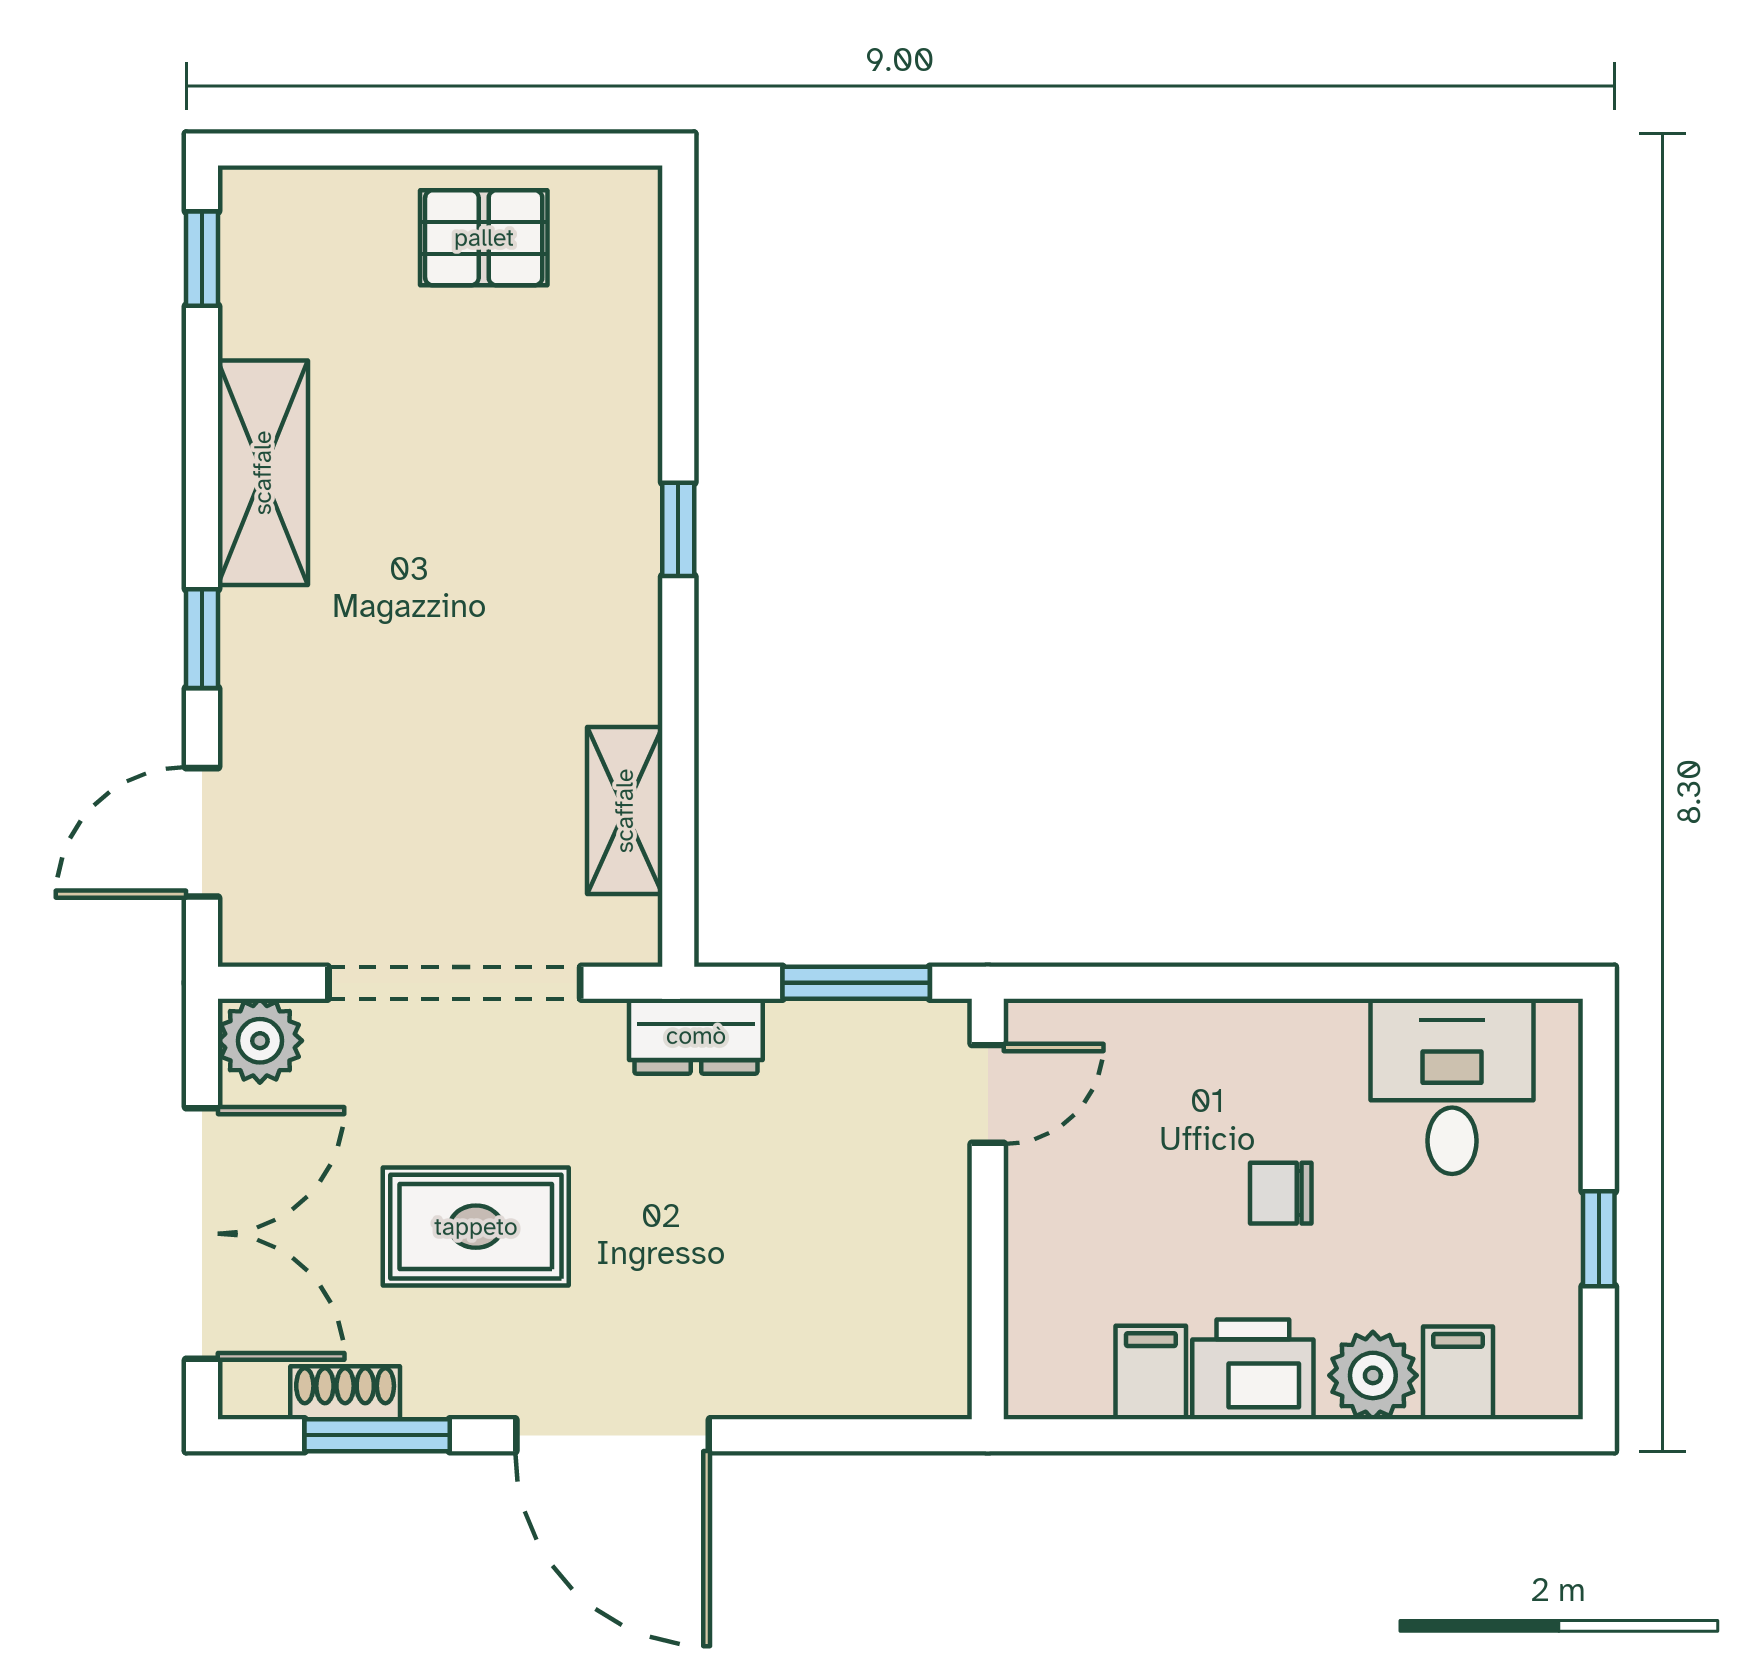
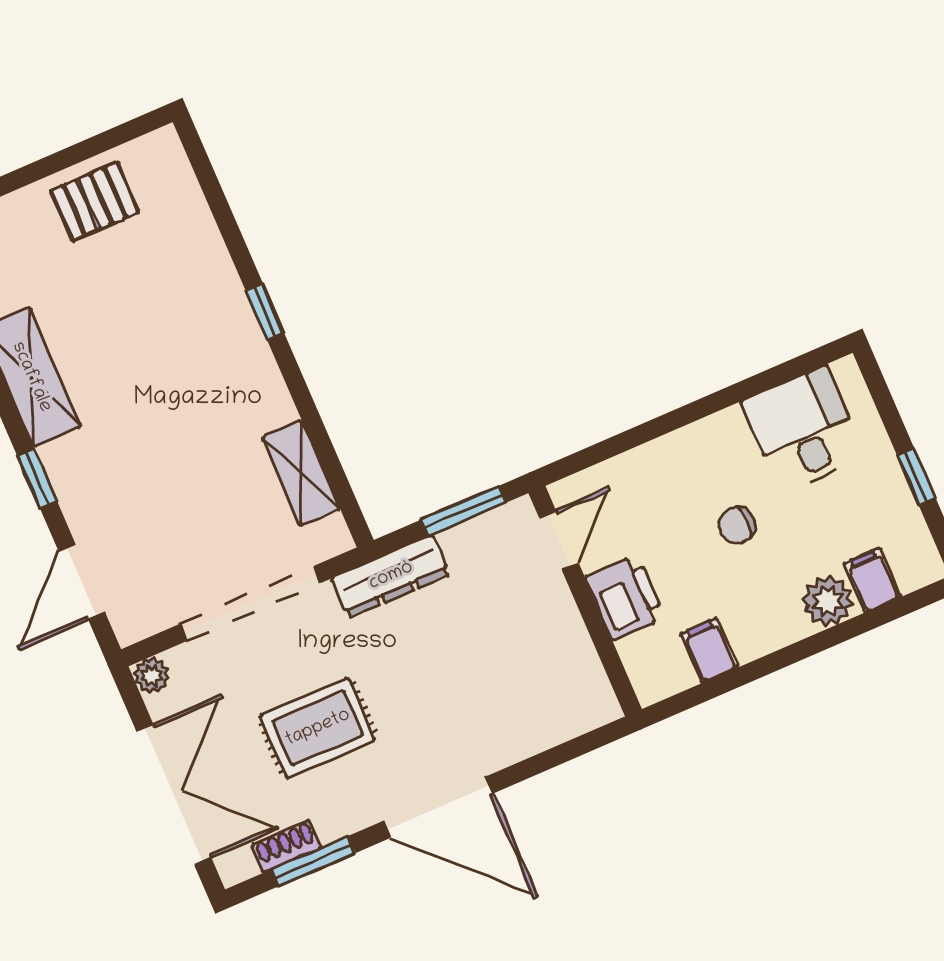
dresser: (696, 1036) -> (391, 576), width x1.44
plant: (260, 1041) -> (152, 675), width x0.73, depth x0.73
printer: (1253, 1369) -> (625, 597), moved, turned 90

